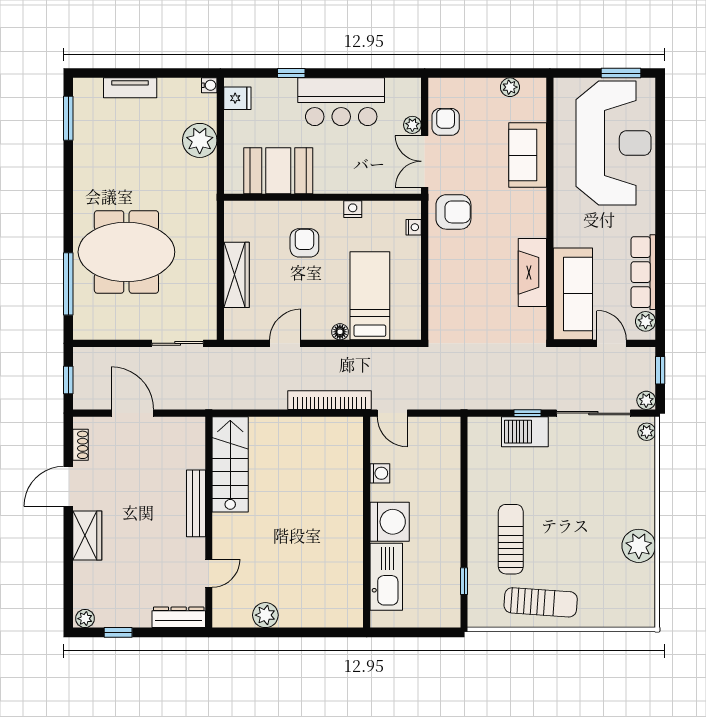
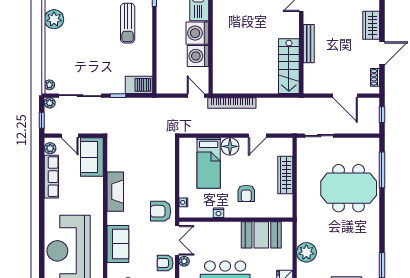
armchair: (446, 122) -> (165, 263), turned 90
fireplace: (532, 272) -> (115, 192), moved
sofa: (573, 294) -> (92, 157), width x0.73
floor lamp: (340, 332) -> (230, 146), width x1.89, depth x1.89
barbecue: (525, 432) -> (139, 85), moved
washing machine: (380, 473) -> (198, 56), width x1.89, depth x1.89

